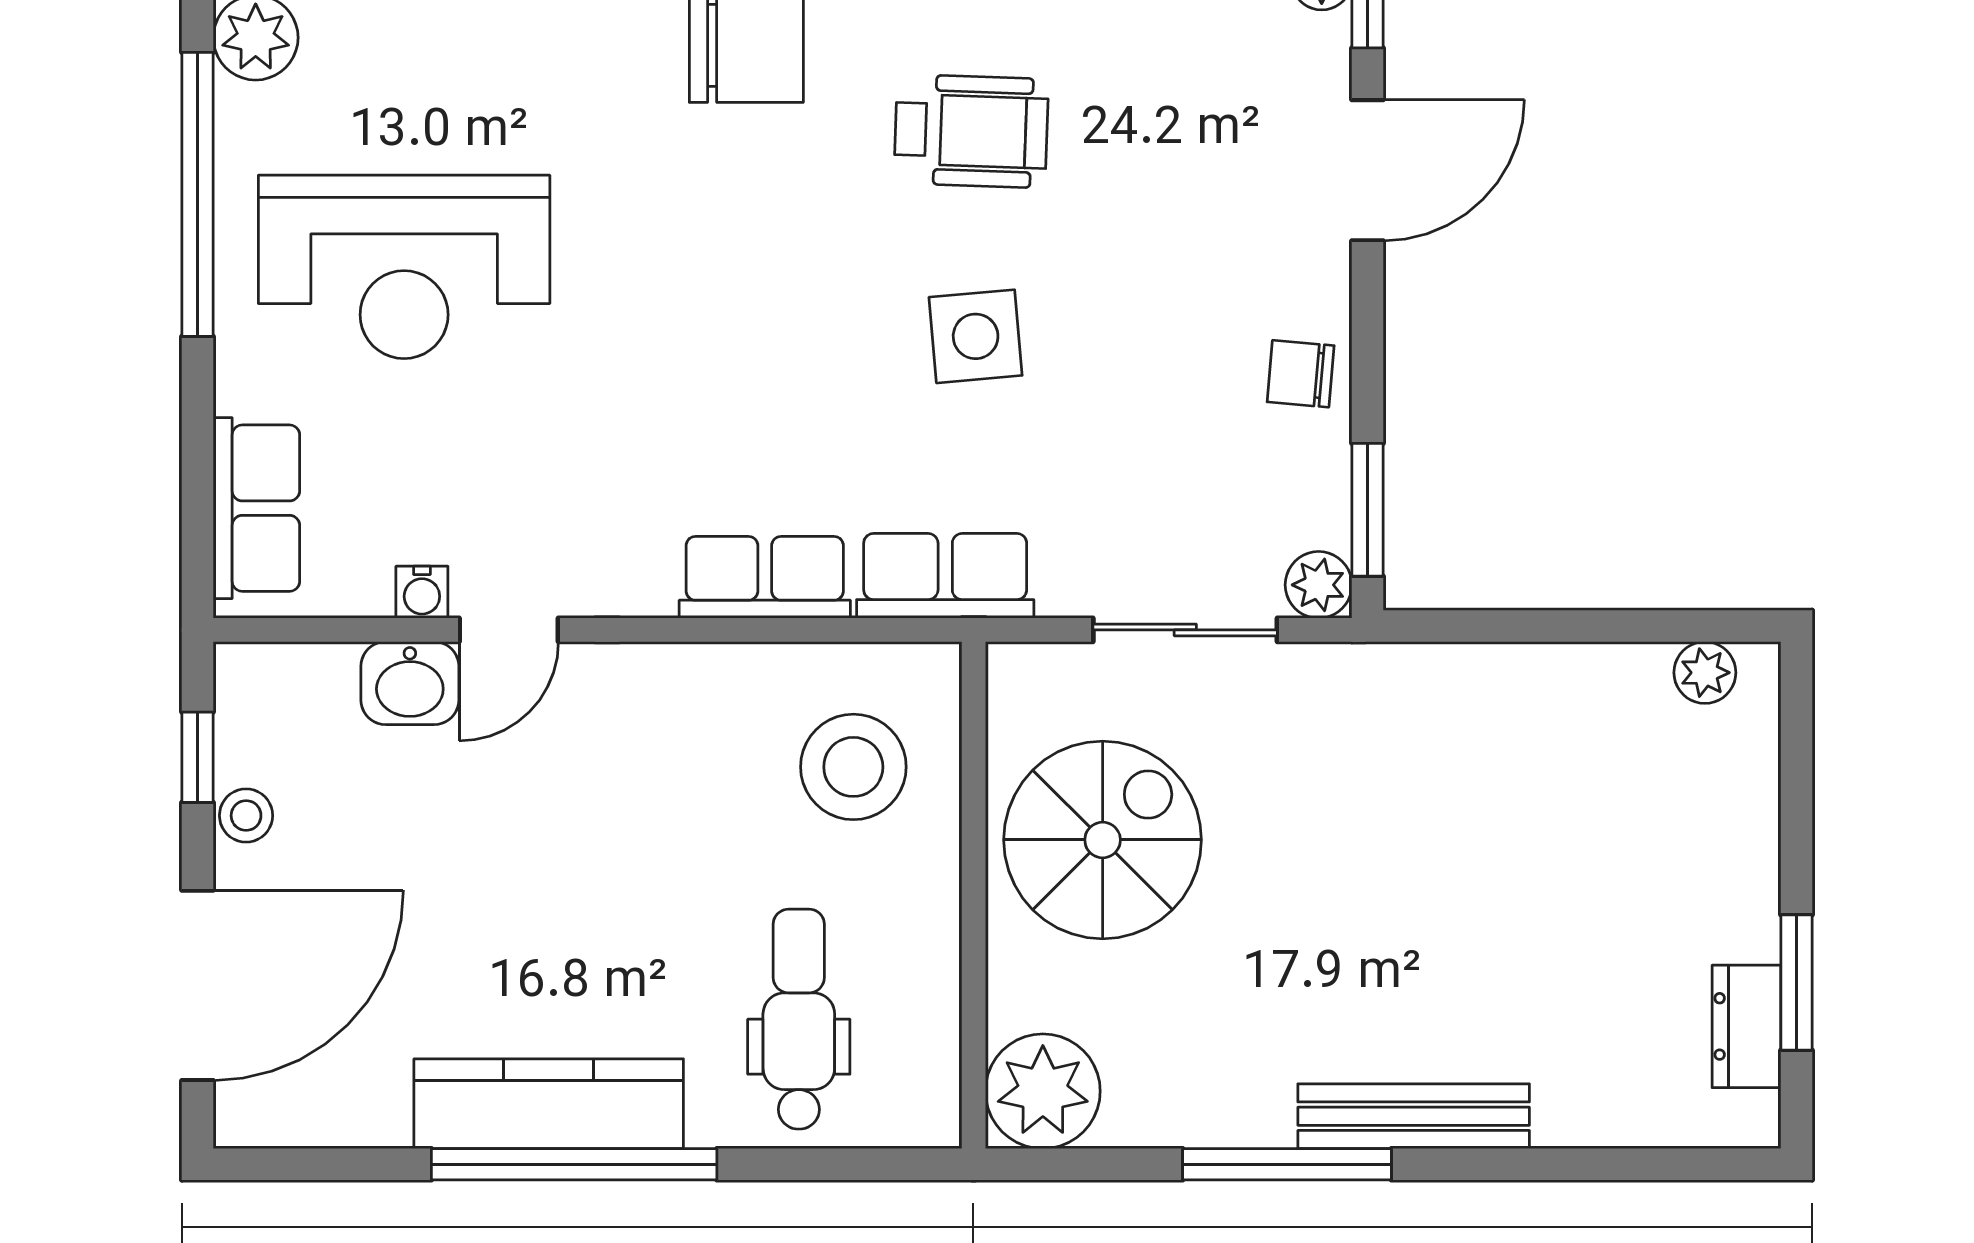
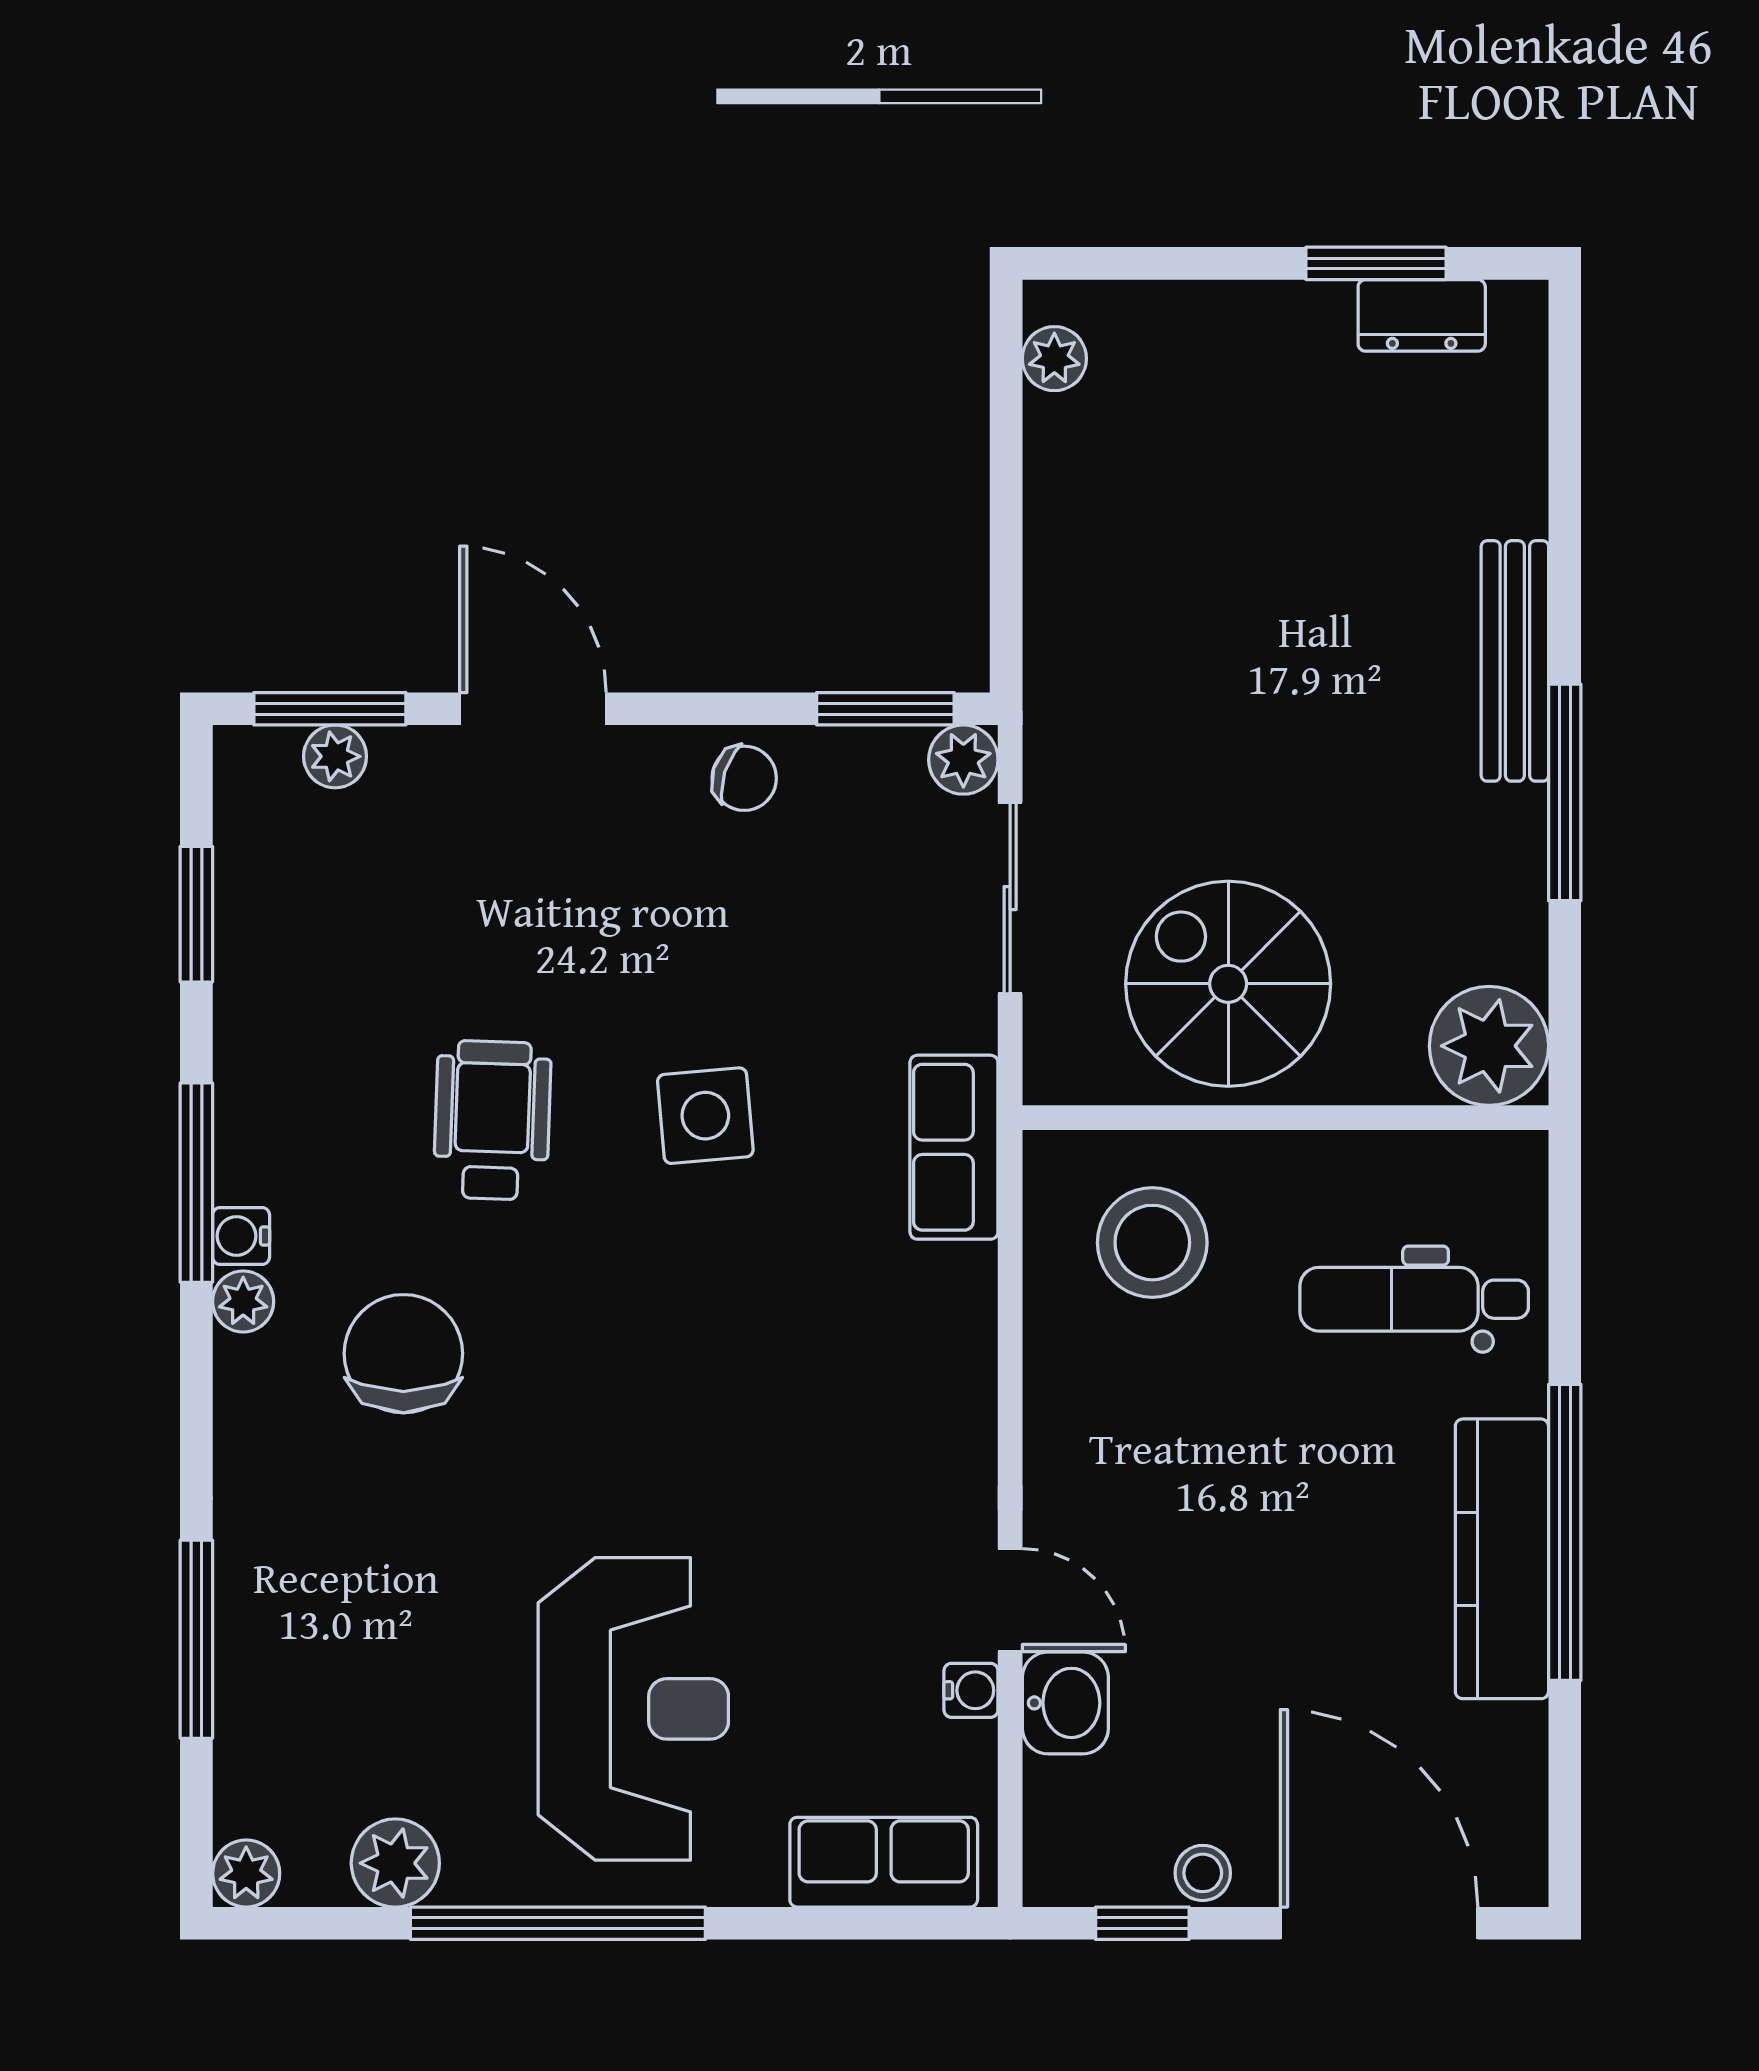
chair: (1301, 374) -> (744, 778), turned -77
row of seats: (765, 577) -> (955, 1334), removed

